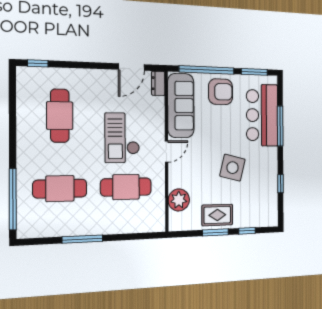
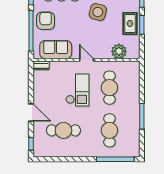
door: (131, 67) -> (31, 113), moved
sofa: (181, 106) -> (56, 50), width x0.73
checkout: (122, 138) -> (77, 90), turned -90

